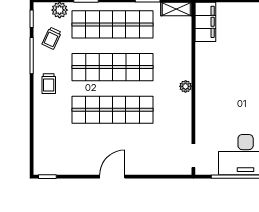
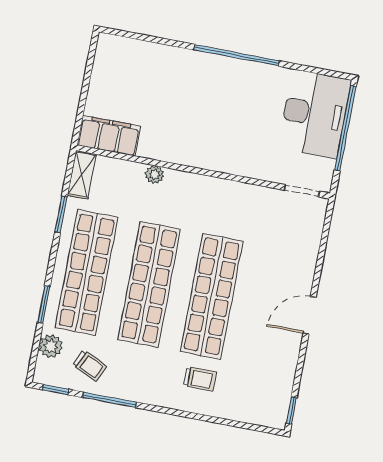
trolley: (49, 84) -> (200, 379), moved
plant: (186, 86) -> (155, 175), moved
door: (112, 177) -> (310, 315), hinge flipped

